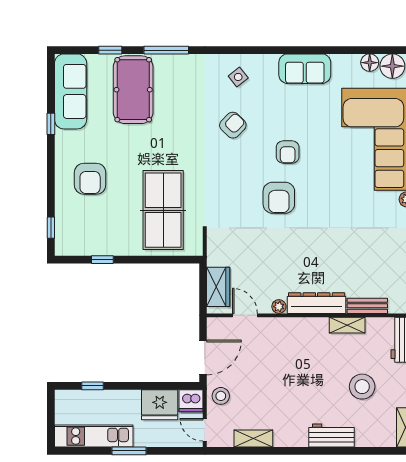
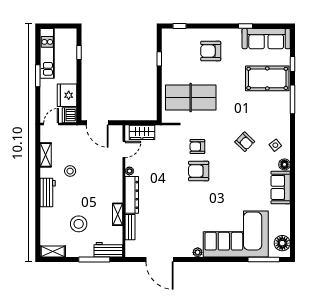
floor lamp: (370, 63) -> (284, 164), moved
armchair: (288, 152) -> (197, 147), moved
stool: (221, 396) -> (70, 171), moved
workbench: (332, 435) -> (48, 192), moved

